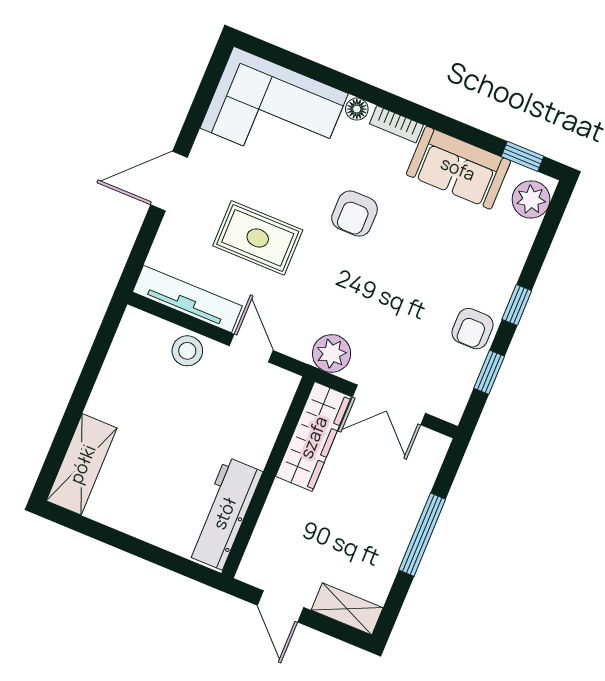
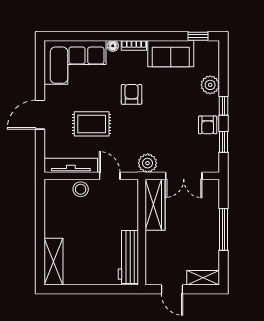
plant: (531, 199) -> (210, 85), moved
armchair: (355, 214) -> (132, 94), turned 180

